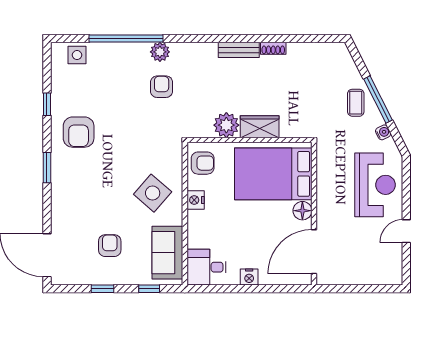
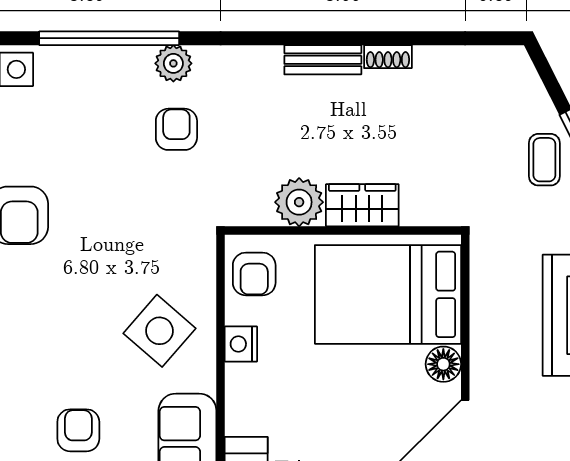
armchair: (203, 163) -> (254, 274), turned 90

